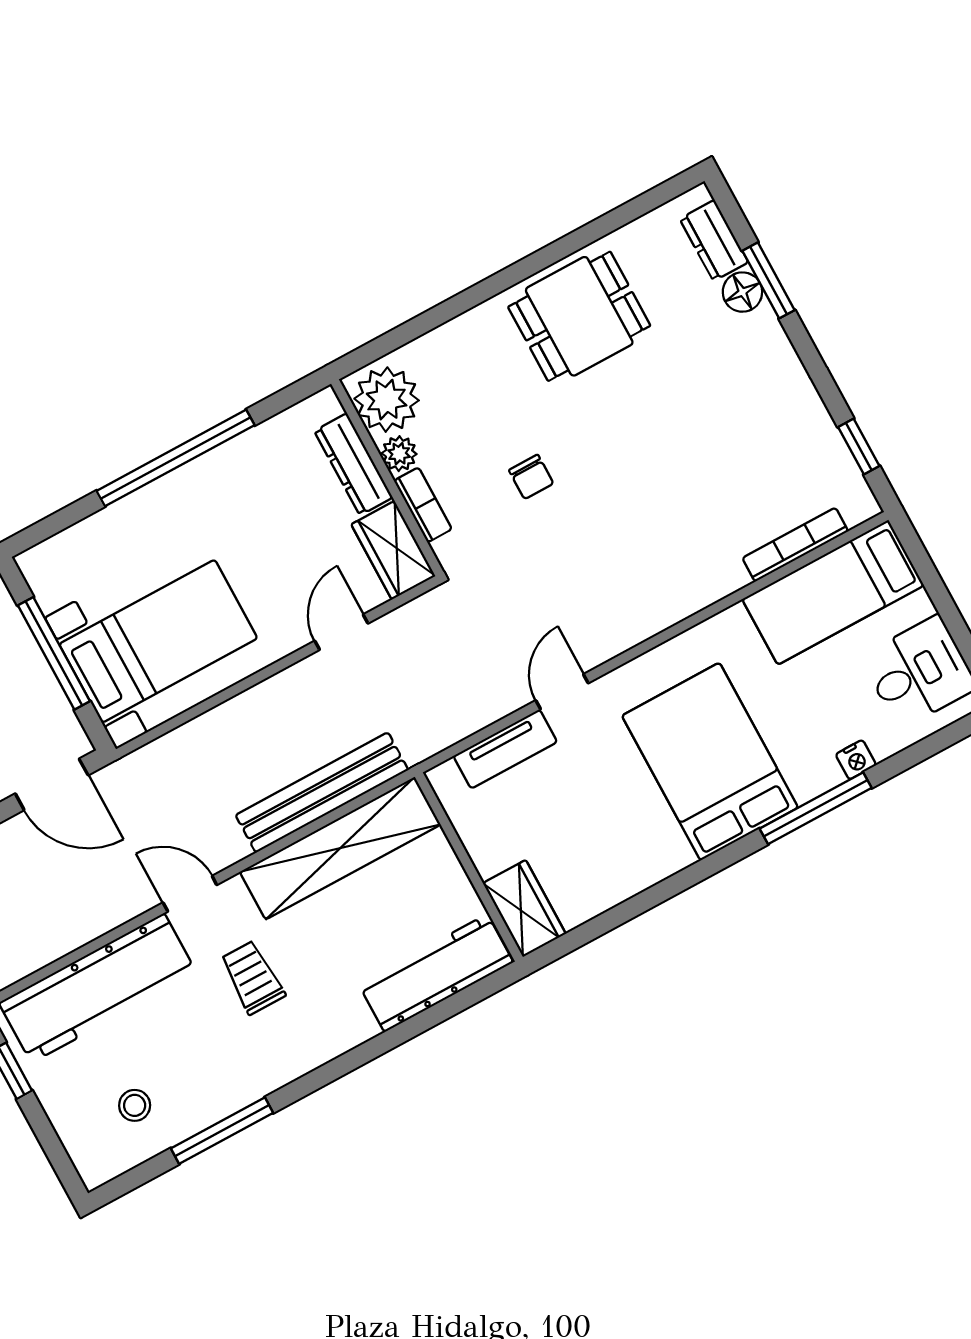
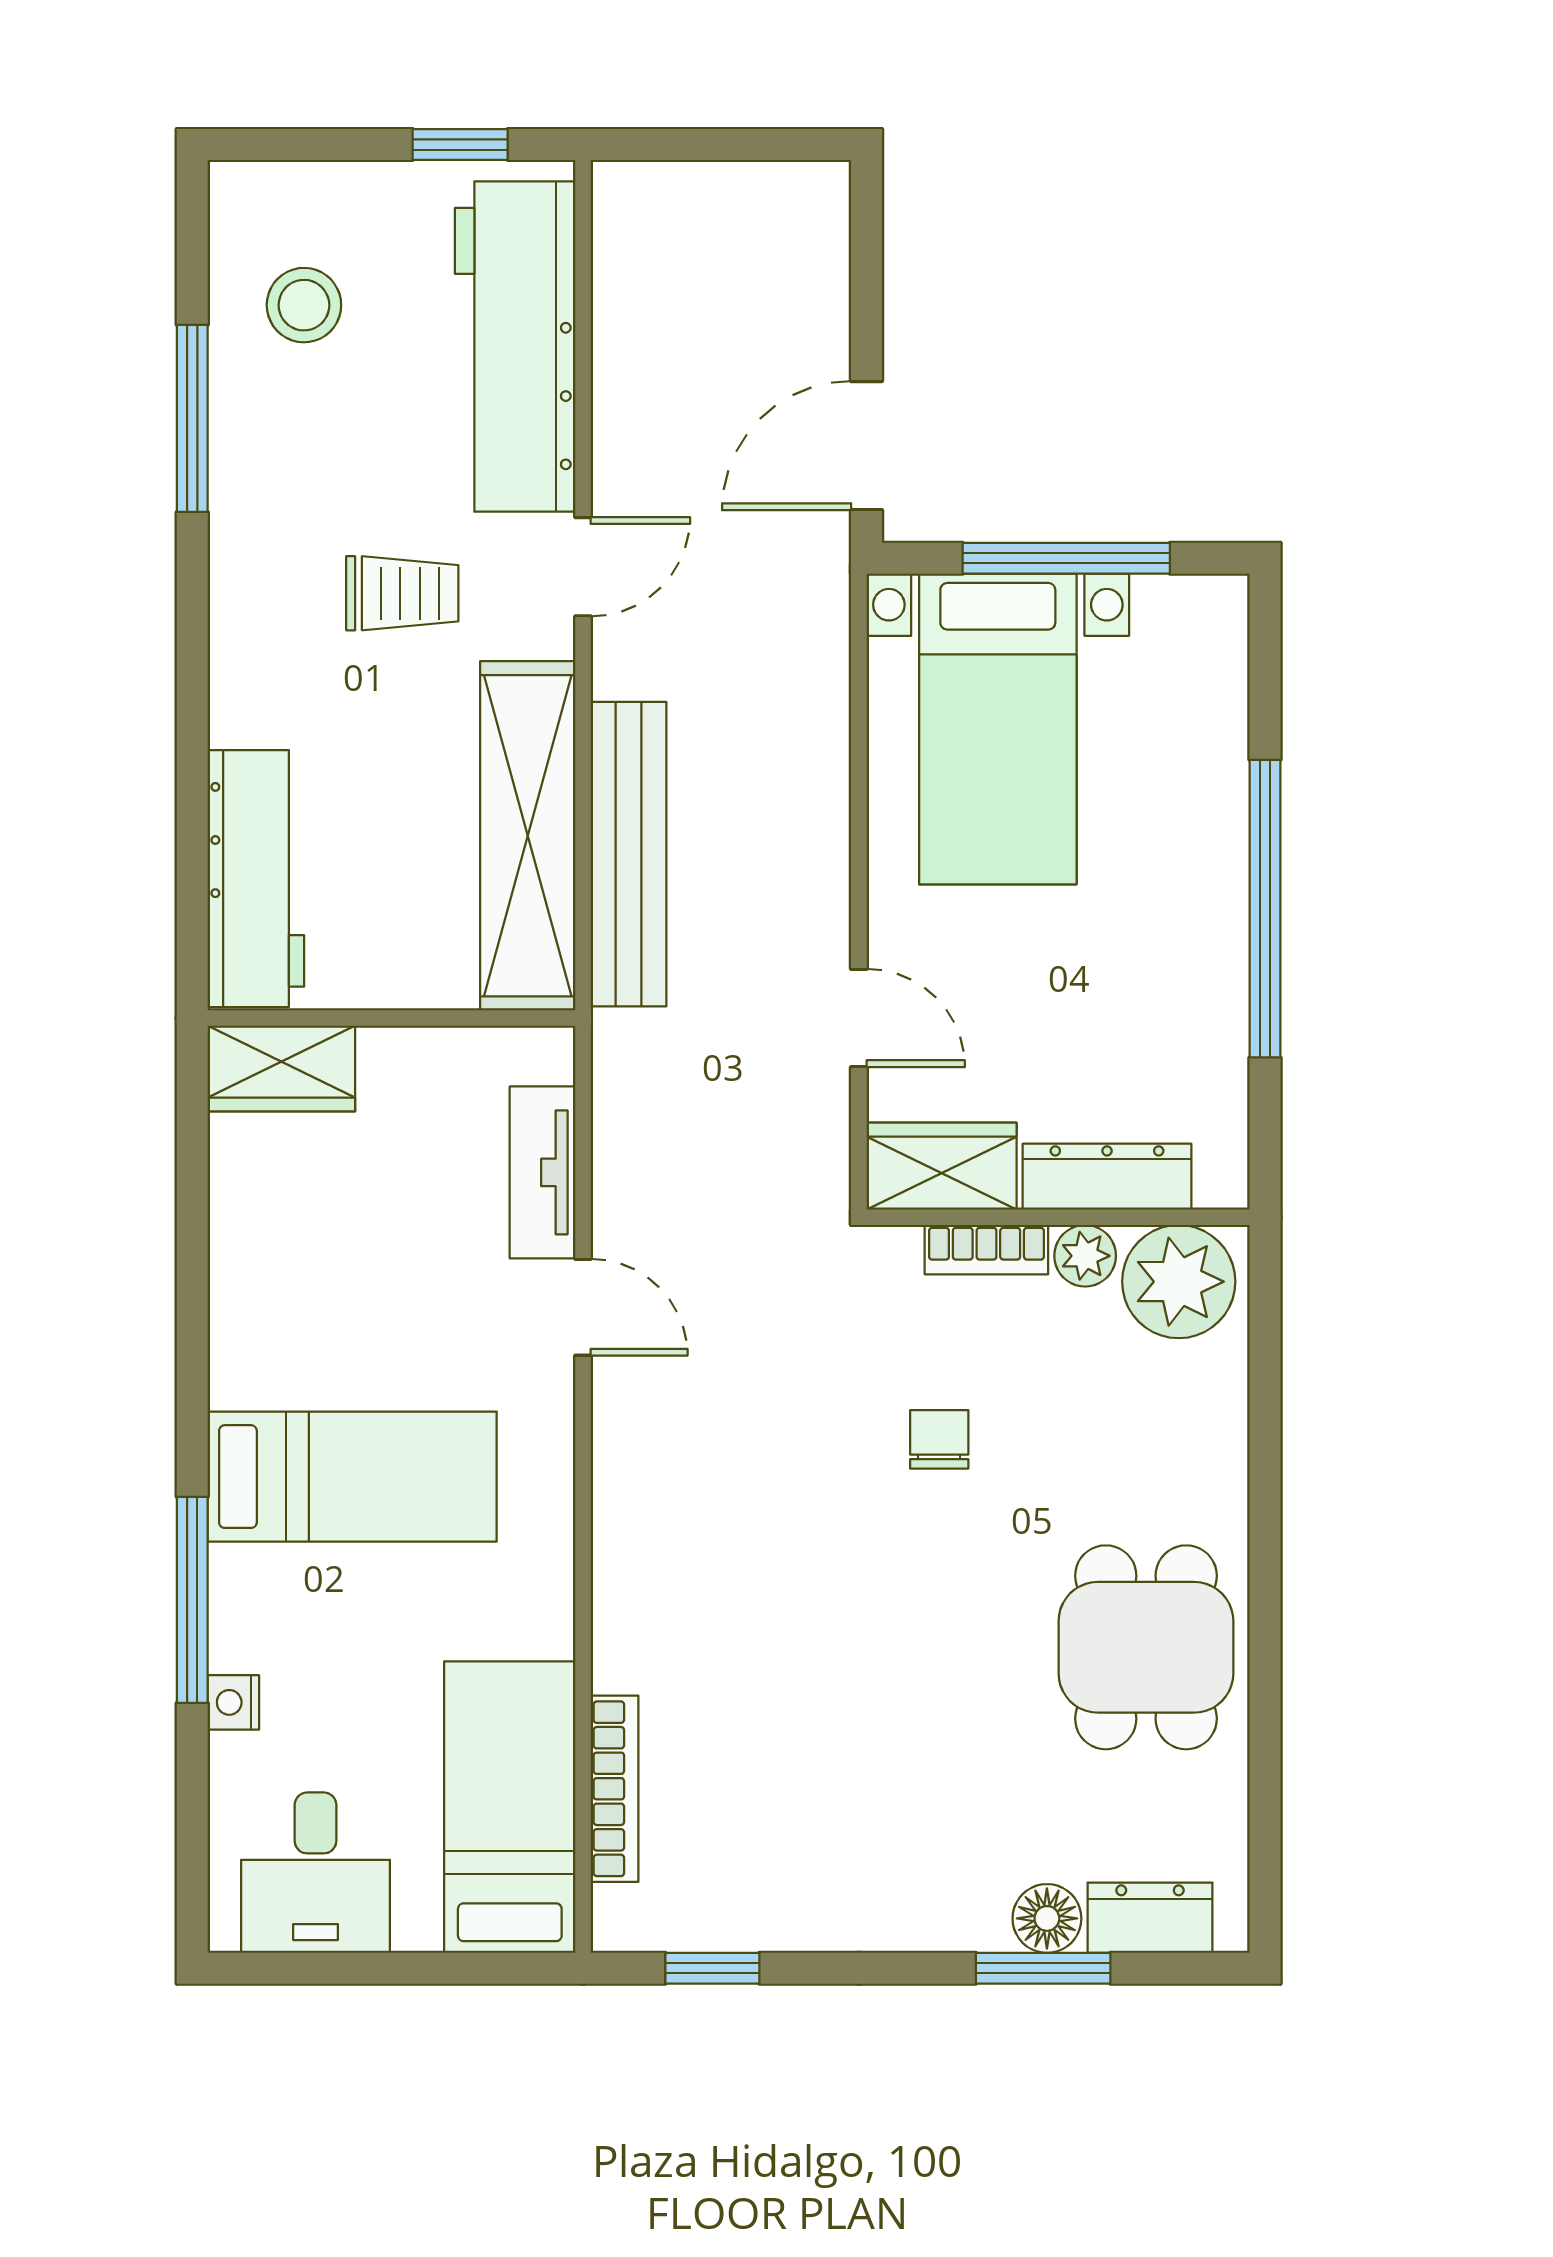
chair: (531, 477) -> (939, 1439), turned 90
bed: (710, 762) -> (352, 1477), width x0.67
stool: (135, 1105) -> (304, 305), width x1.37, depth x1.37

